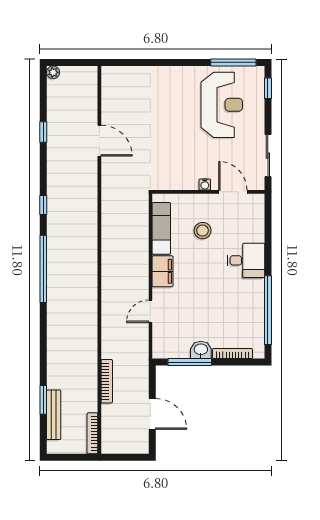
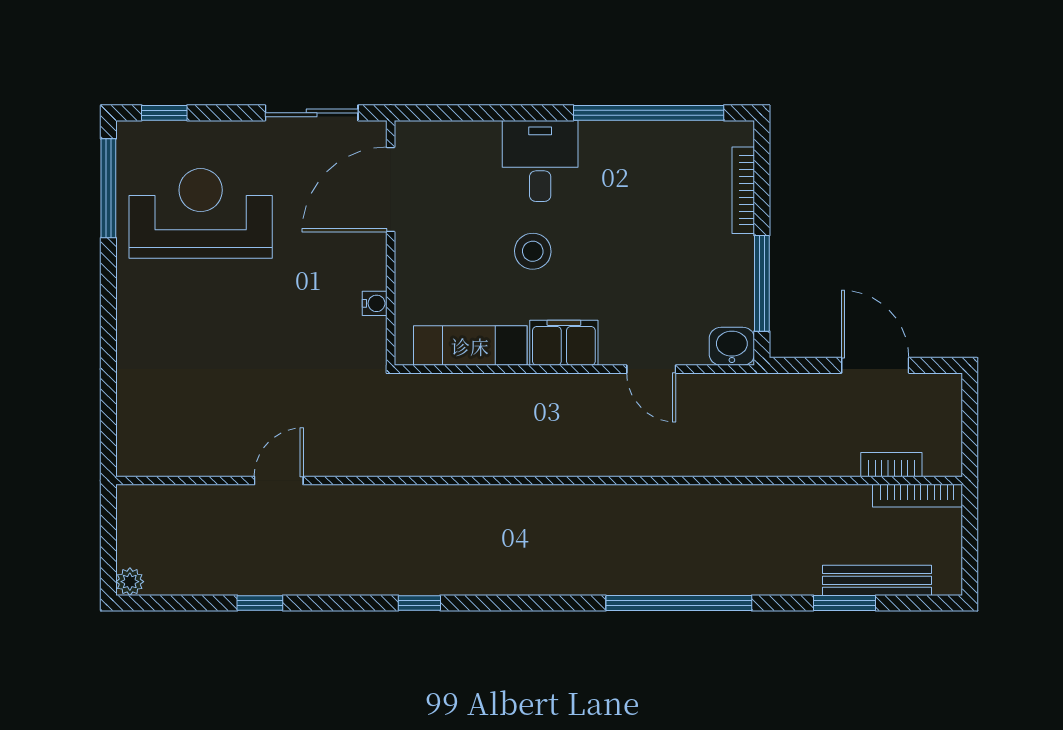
door: (99, 141) -> (279, 481), width x0.73
water cooler: (205, 185) -> (375, 303), moved
door: (233, 192) -> (391, 189), width x1.36
stool: (203, 231) -> (533, 251), moved
window: (43, 269) -> (679, 603), moved
washbasin: (201, 350) -> (732, 346), moved, turned 90
bookcase: (107, 381) -> (891, 465), moved, width x0.64
door: (152, 414) -> (875, 365), hinge flipped

